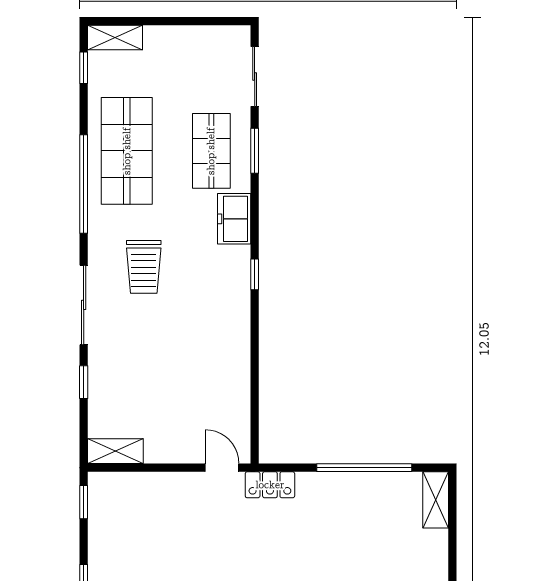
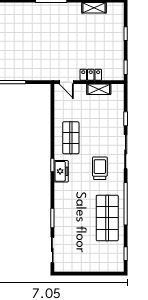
shelving: (115, 38) -> (112, 267), removed
shop shelf: (211, 151) -> (71, 138), moved
freezer: (234, 219) -> (61, 171), moved
shelving: (115, 451) -> (99, 89), moved
locker: (270, 485) -> (91, 75), moved

